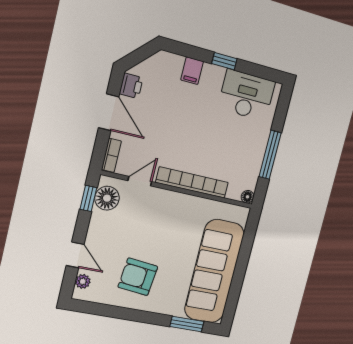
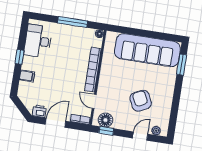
armchair: (138, 277) -> (141, 101), moved, turned 148

